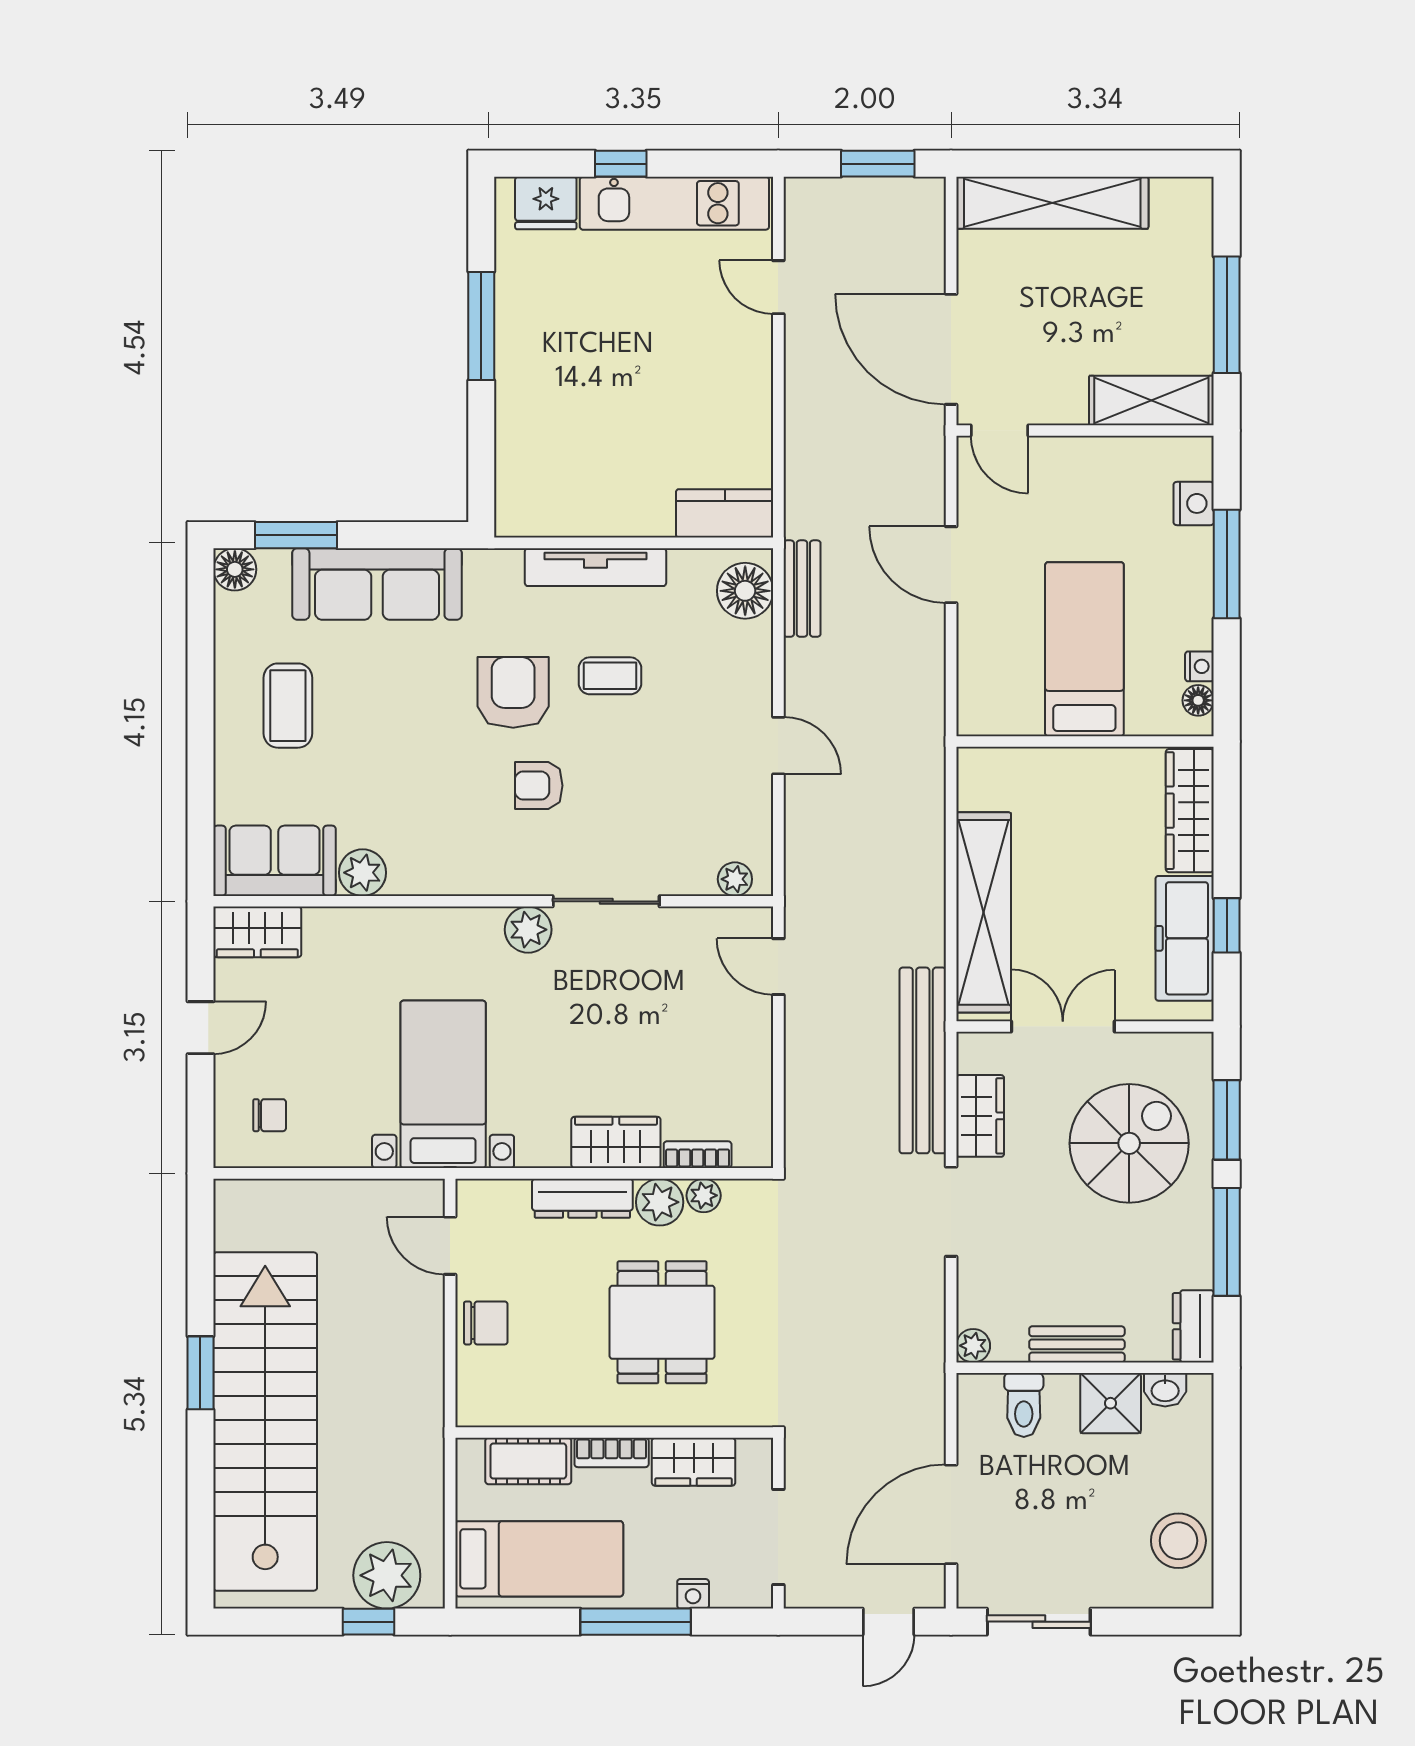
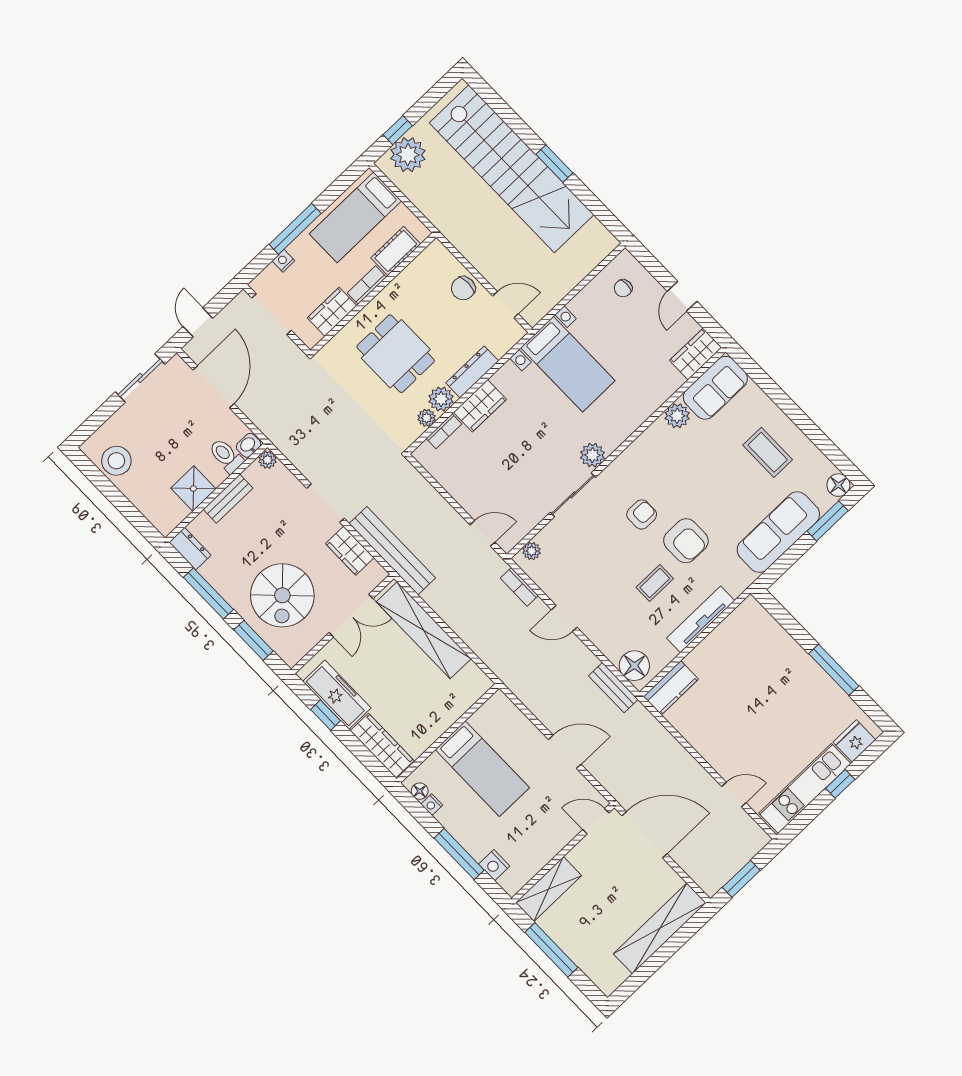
bookcase: (798, 847) -> (519, 587), added
washbasin: (1165, 1390) -> (249, 445), moved

